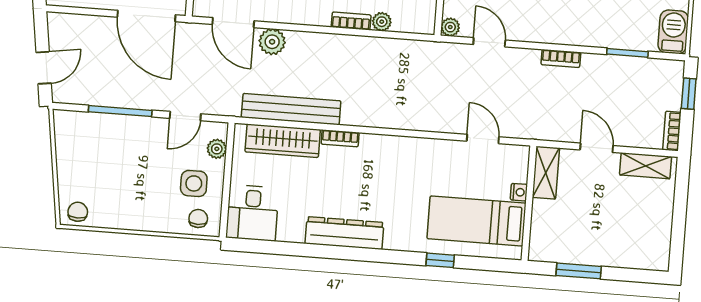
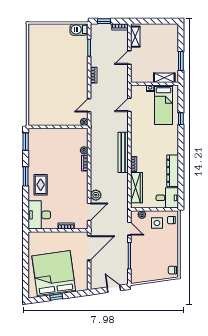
bench: (291, 109) -> (123, 152), moved
shelving: (546, 173) -> (164, 78), moved
dresser: (344, 233) -> (173, 171), moved

